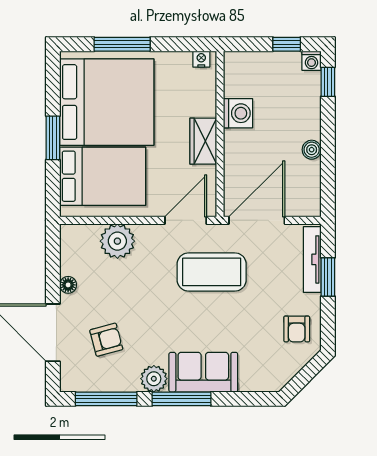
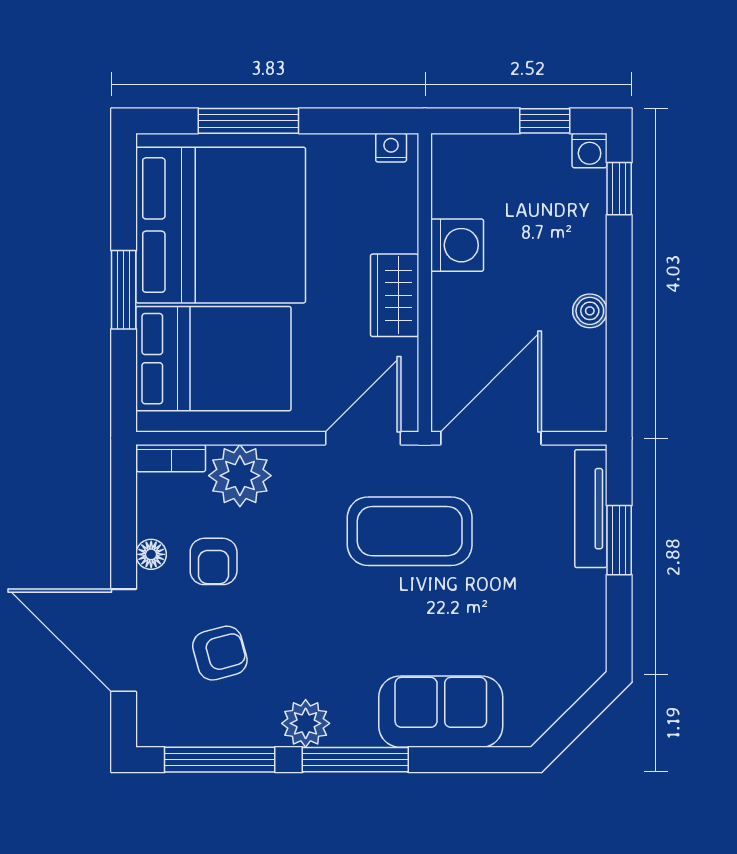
bookcase: (79, 231) -> (171, 458), added
armchair: (297, 329) -> (214, 561), moved
sofa: (203, 372) -> (441, 712), moved

